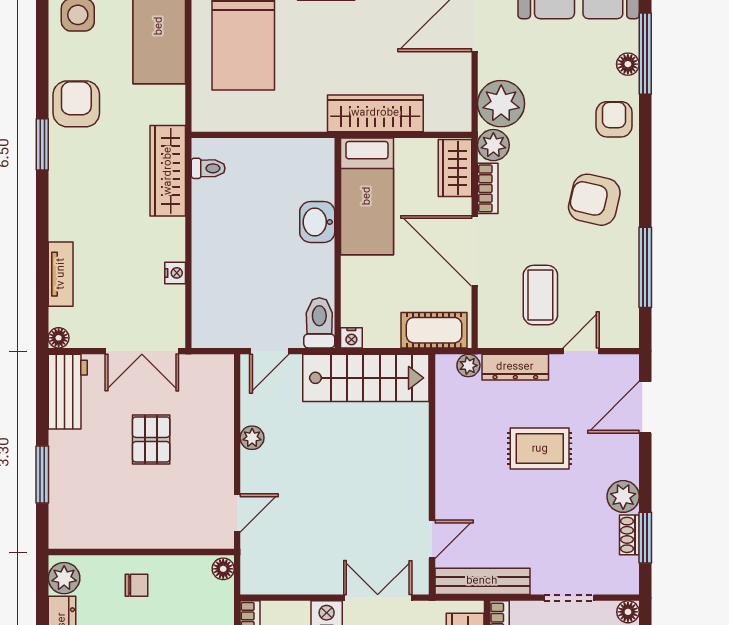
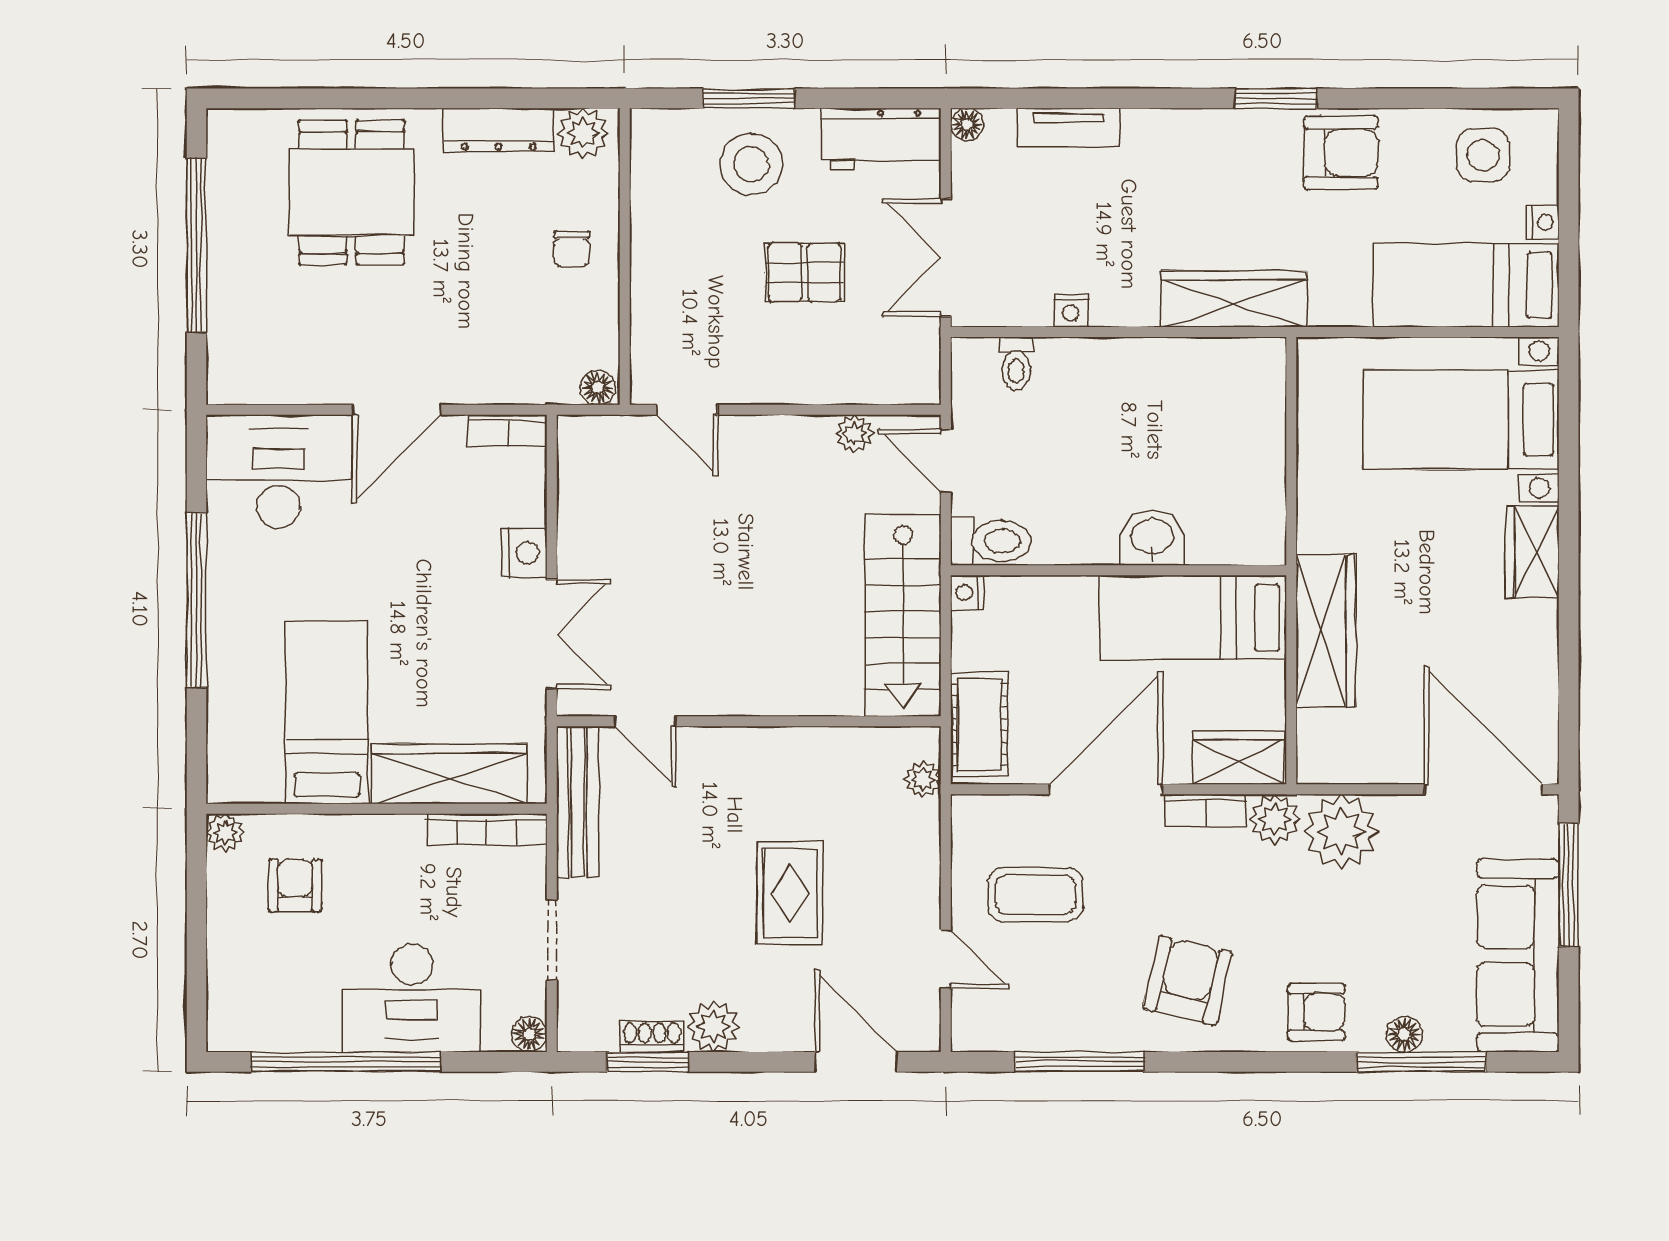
toilet: (208, 168) -> (1016, 364), moved
dresser: (515, 367) -> (920, 854), removed
plant: (252, 438) -> (854, 434), moved
stool: (83, 473) -> (751, 164), added

